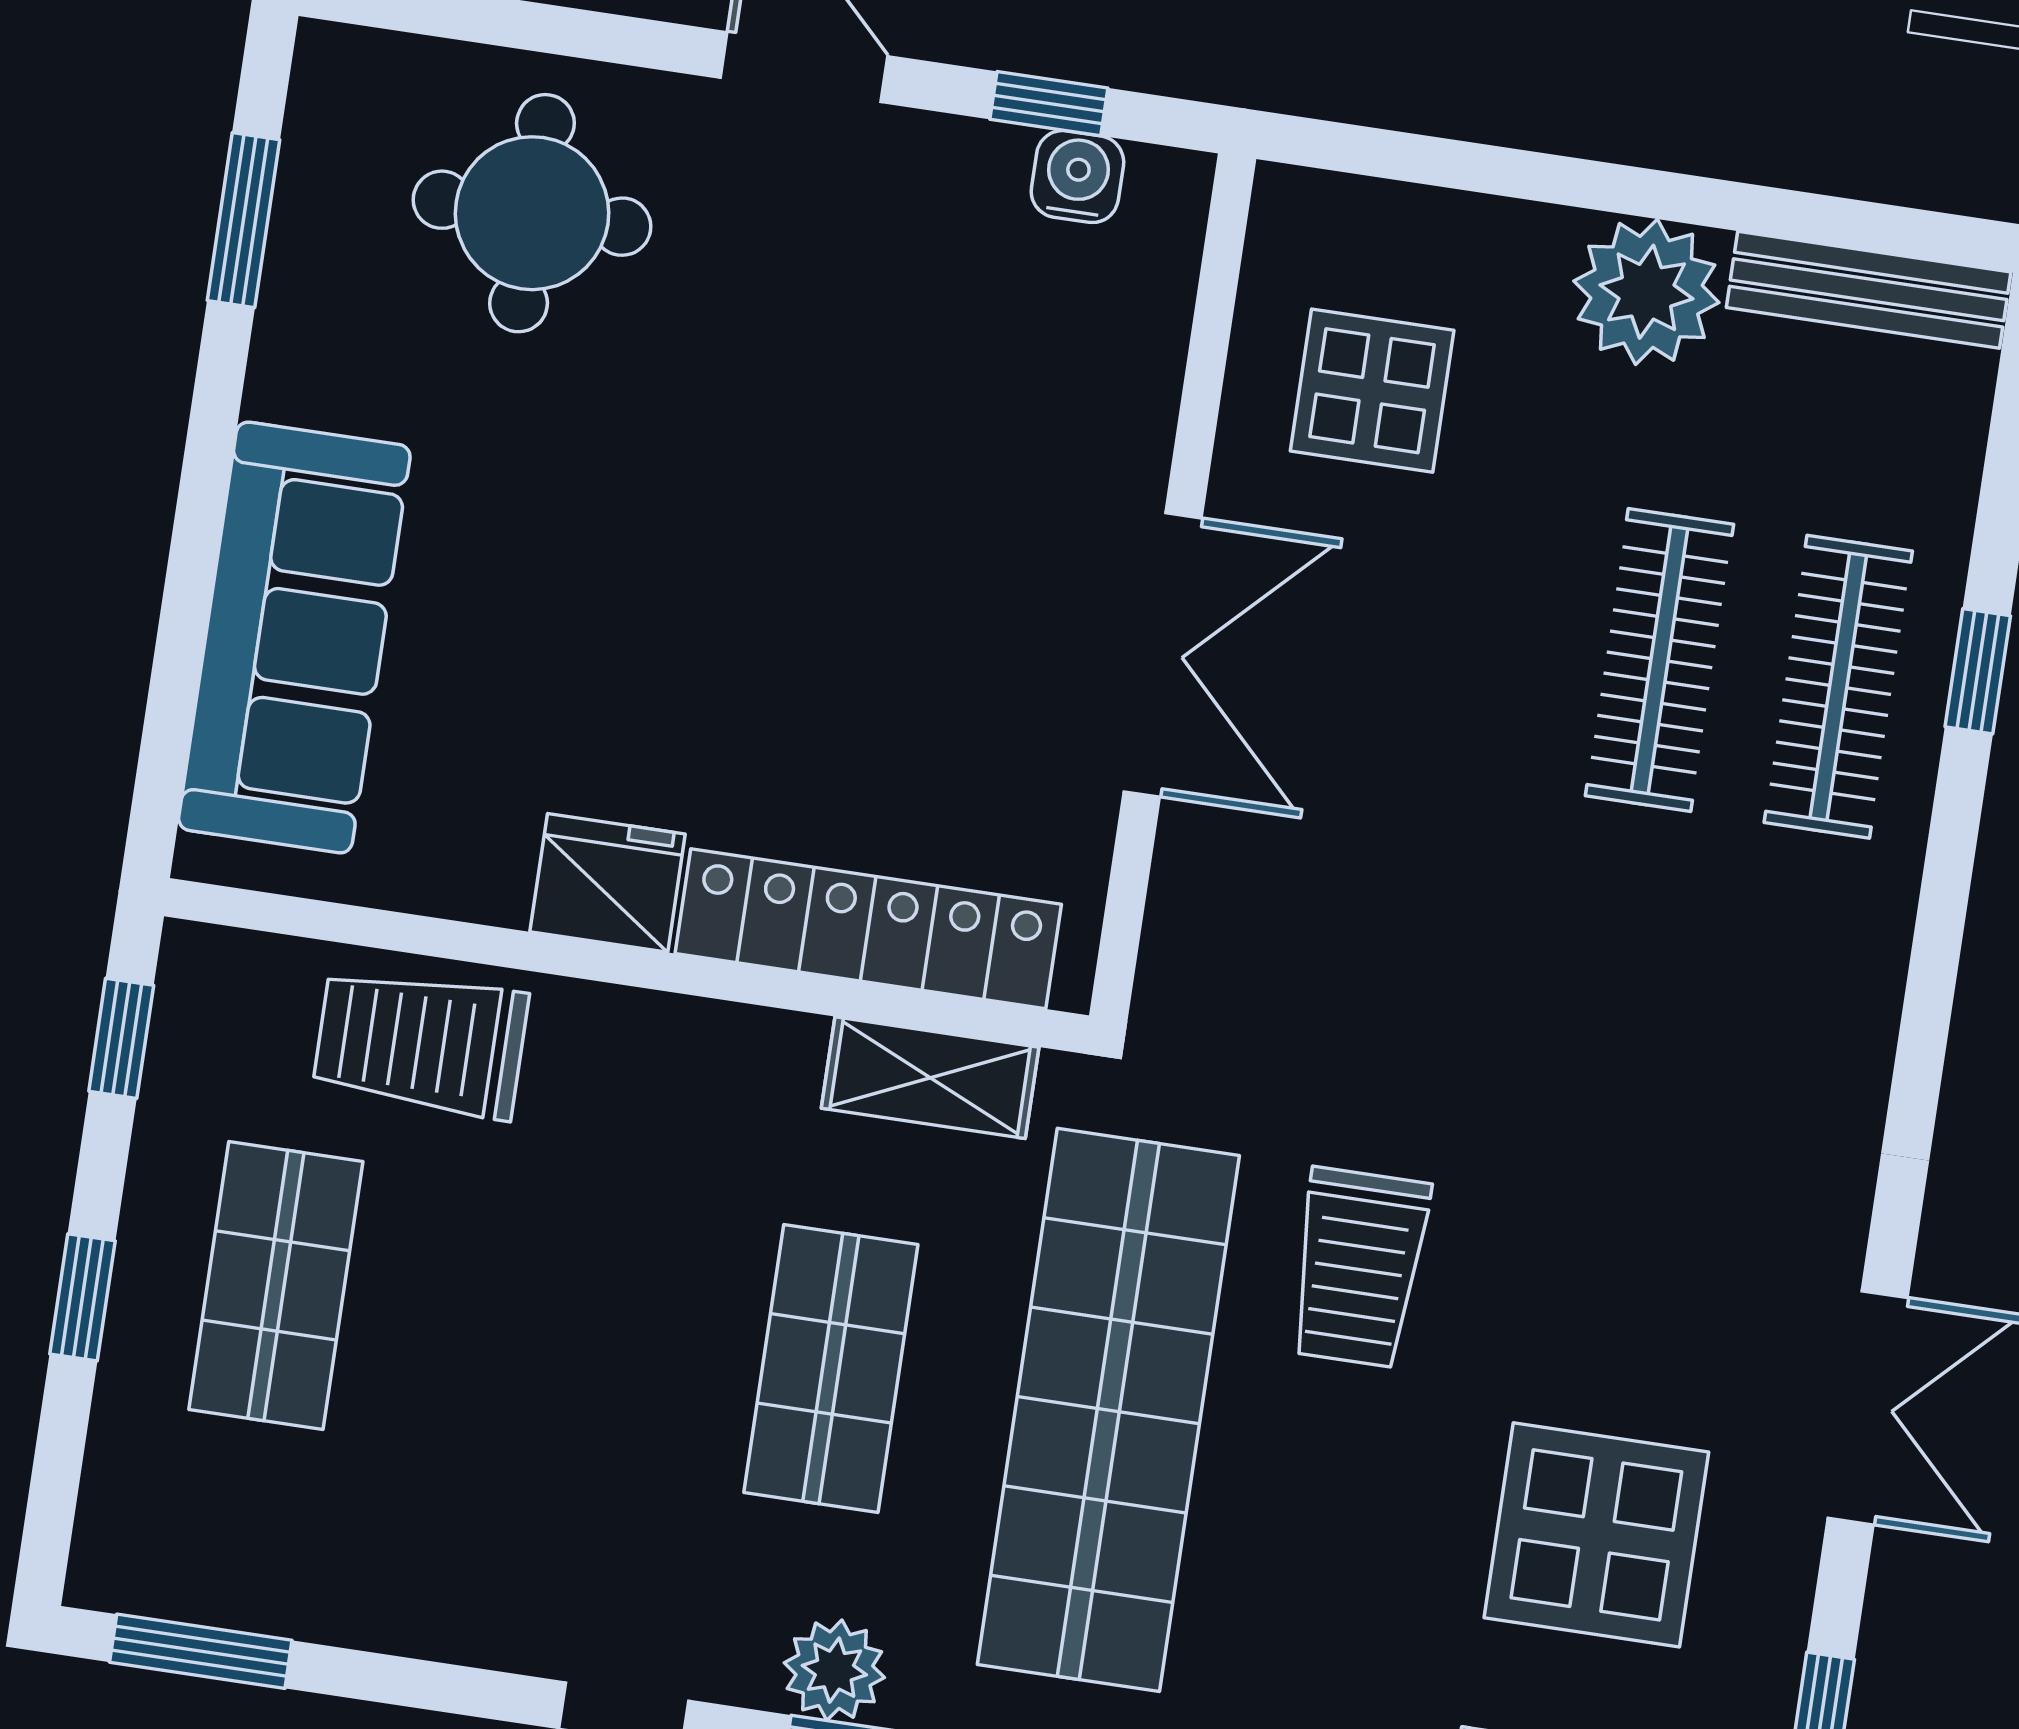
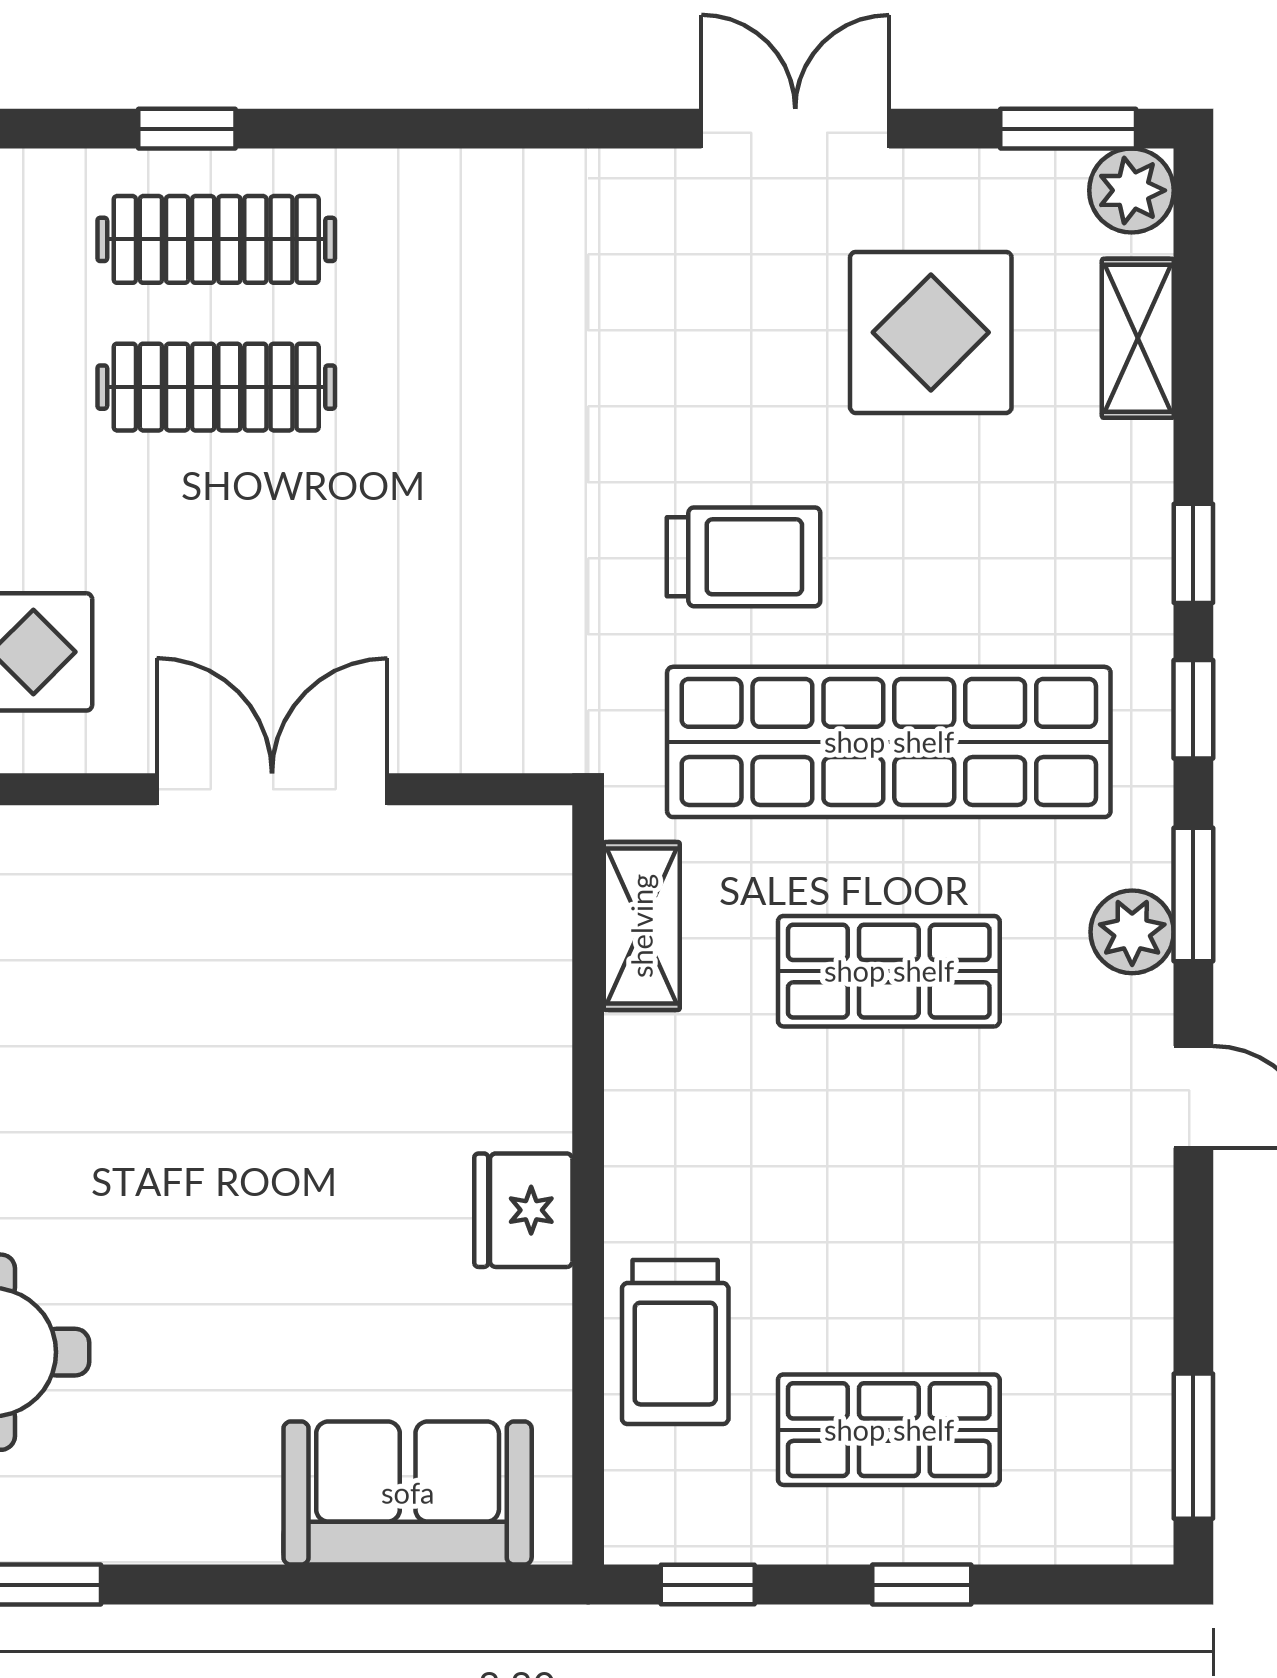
sofa: (294, 637) -> (408, 1493), width x0.73
locker: (868, 929) -> (529, 994), removed

